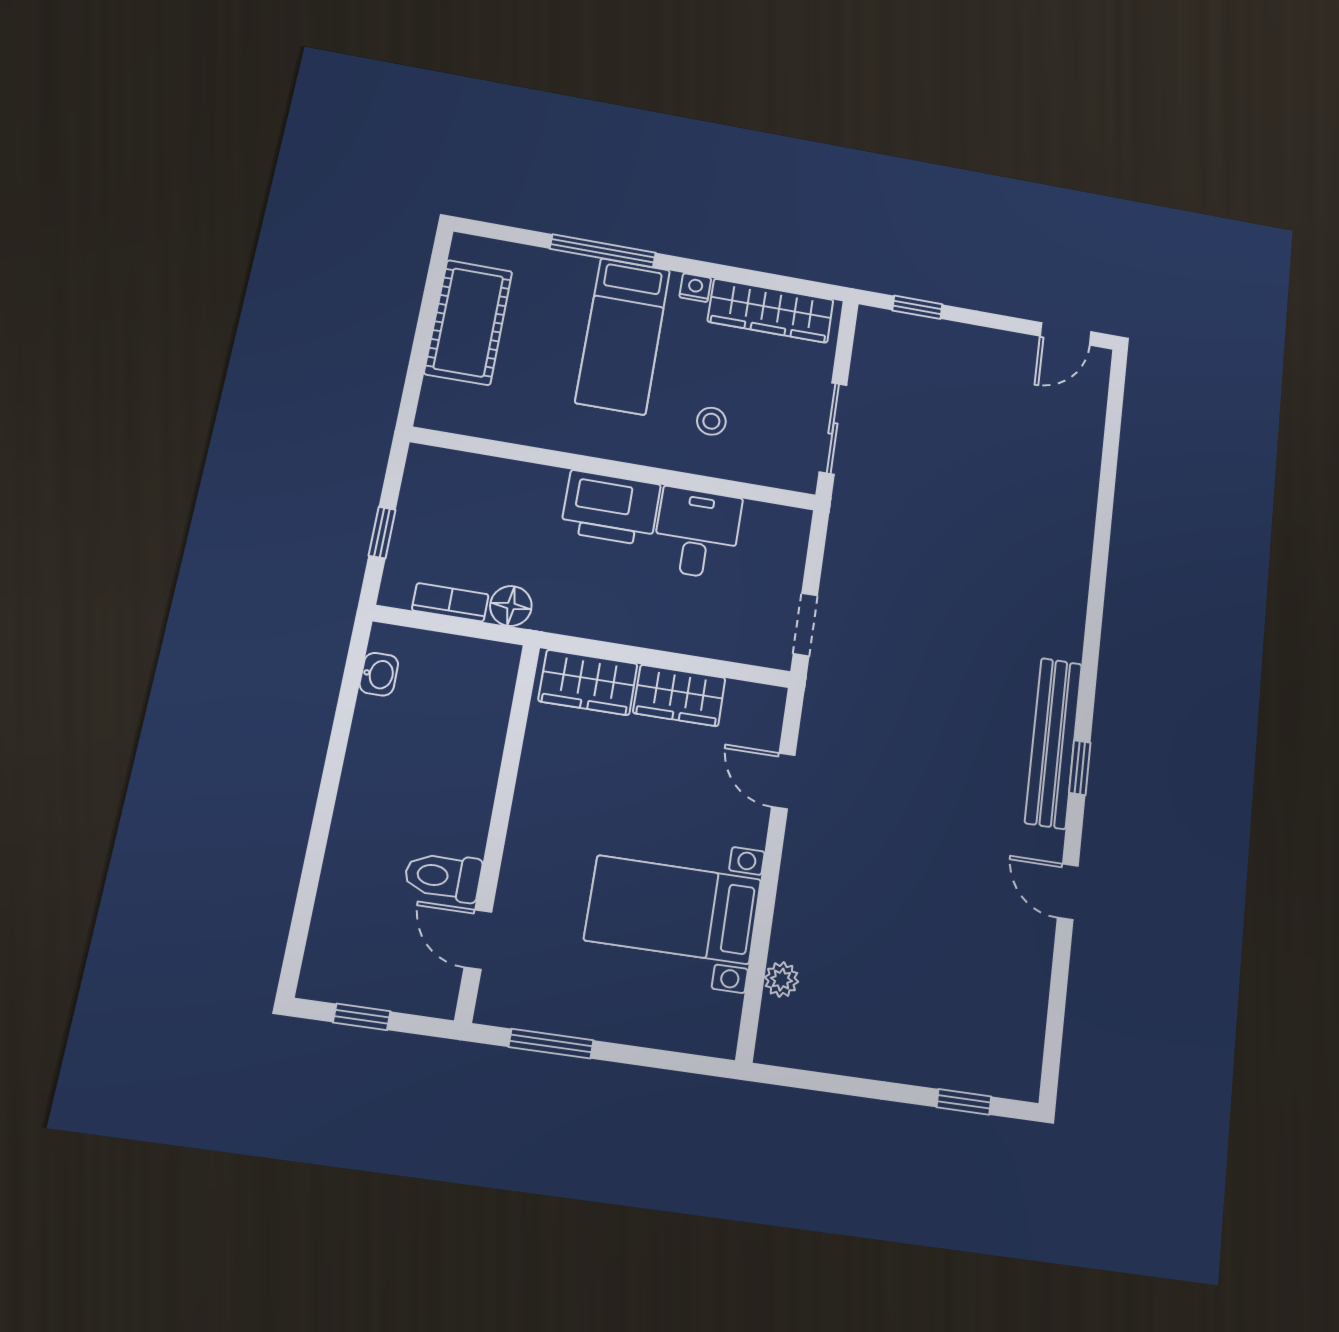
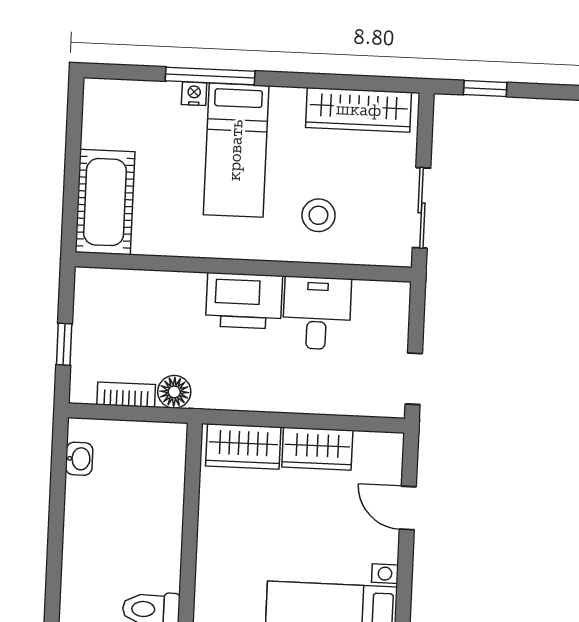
nightstand: (695, 288) -> (194, 94), moved
cot: (468, 322) -> (105, 202), moved
stool: (711, 421) -> (318, 215), width x1.37, depth x1.37

